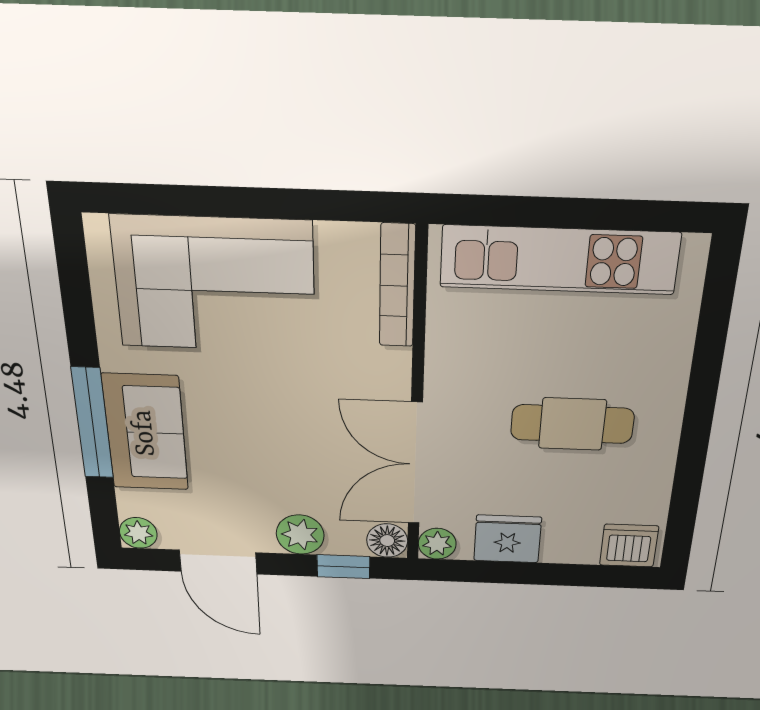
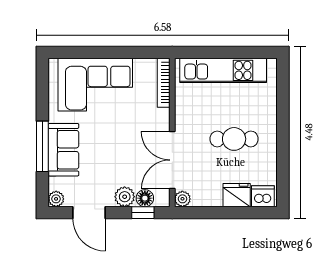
fridge: (507, 539) -> (237, 195), moved
floor lamp: (387, 541) -> (145, 198), moved

